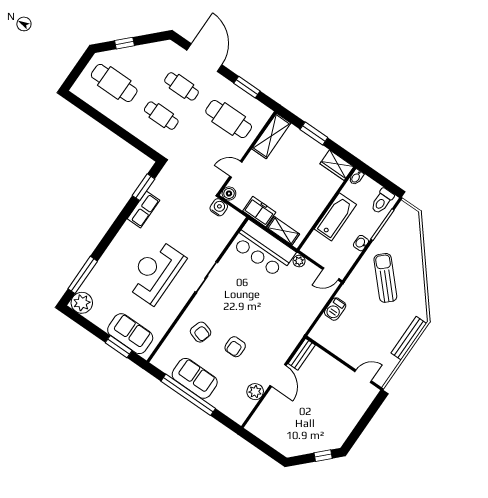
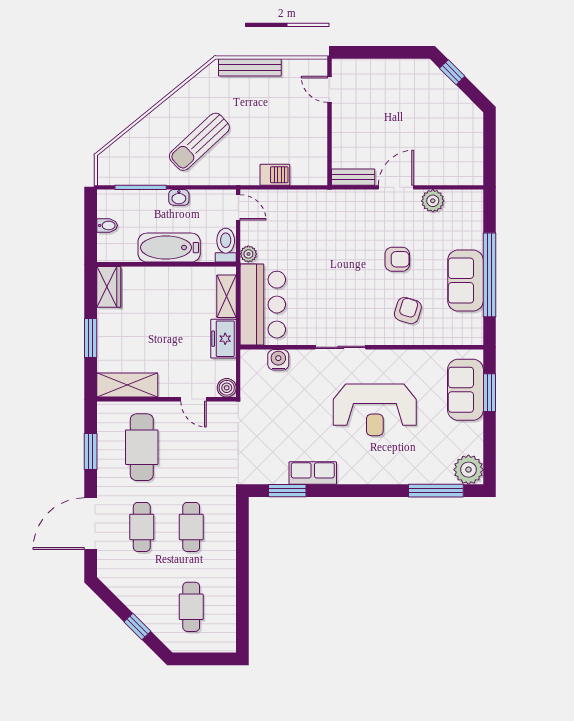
cafe table: (114, 83) -> (191, 607), width x0.73, depth x0.74
bidet: (356, 177) -> (107, 225), moved
toilet: (382, 201) -> (226, 245), moved, turned -90
water cooler: (219, 207) -> (278, 360), moved, turned 90

